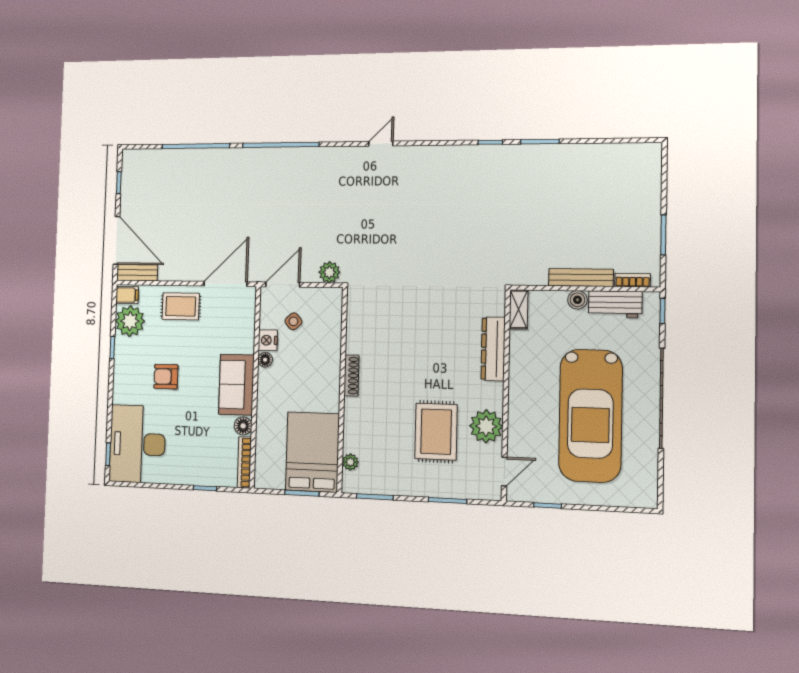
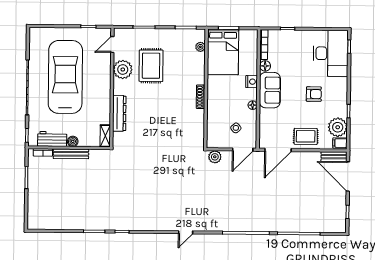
nightstand: (268, 340) -> (252, 82), moved

